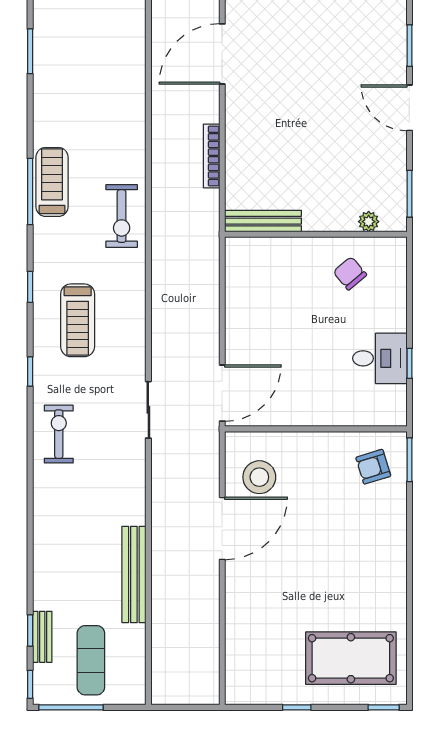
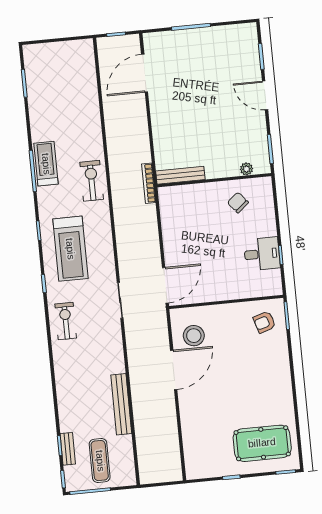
bookcase: (212, 156) -> (149, 183), moved
exercise bike: (122, 216) -> (92, 181), turned 180
treadmill: (78, 320) -> (70, 249), width x1.37, depth x1.38

